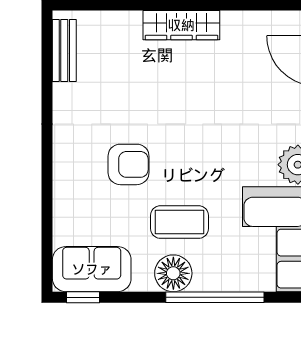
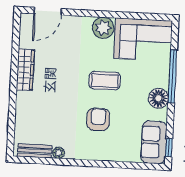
wardrobe: (181, 25) -> (25, 70), moved
plant: (63, 94) -> (58, 153), added
coffee table: (179, 222) -> (105, 81), moved, turned 90

